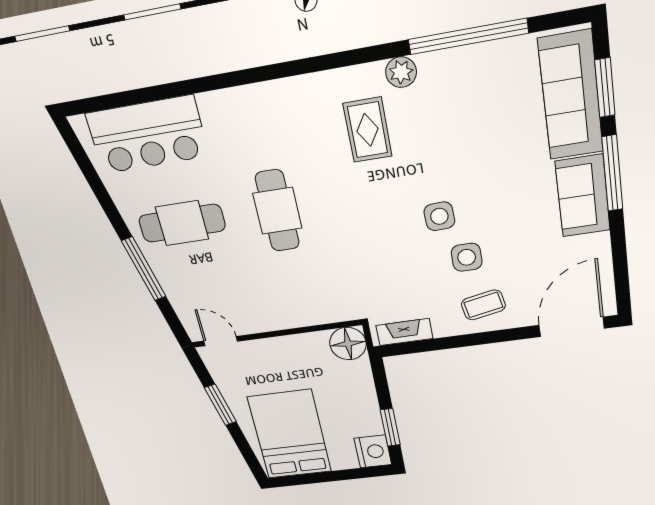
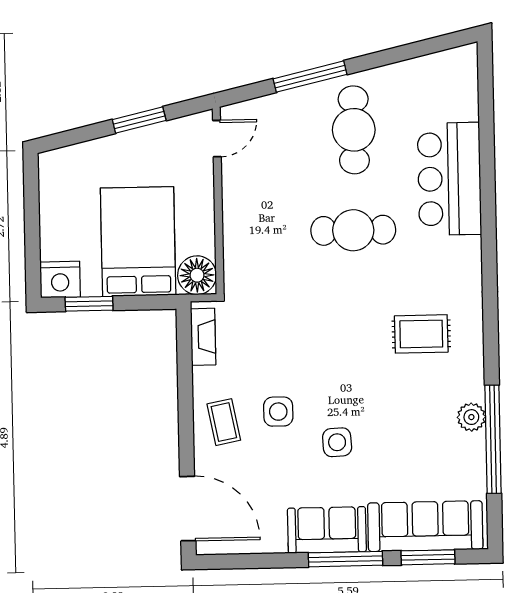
plant: (401, 72) -> (471, 417), moved
bar counter: (147, 135) -> (449, 179), moved
side table: (439, 216) -> (337, 442), moved
bed: (290, 434) -> (138, 242), moved, turned -90

